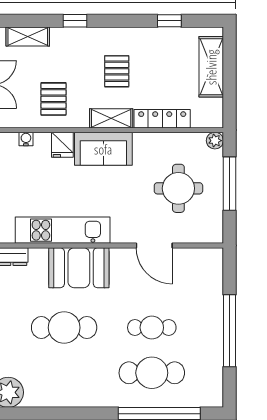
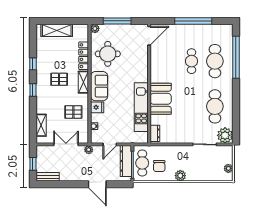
window: (75, 21) -> (33, 90), moved
window: (169, 21) -> (33, 64), moved
round table: (178, 188) -> (108, 54), moved
door: (154, 245) -> (149, 36), moved
cafe table: (64, 328) -> (215, 106), moved

